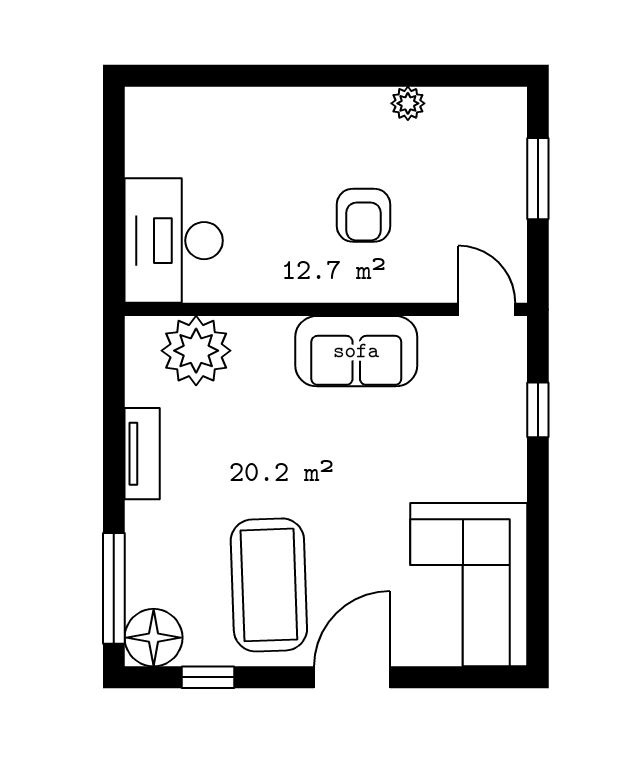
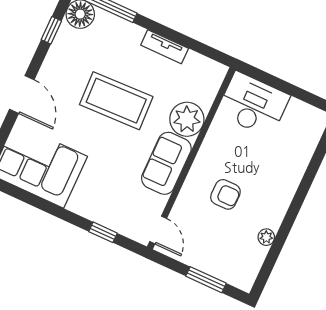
armchair: (363, 215) -> (225, 194), turned 180
door: (487, 309) -> (158, 230), hinge flipped
plant: (196, 351) -> (187, 119), moved
coffee table: (269, 585) -> (116, 101), moved

